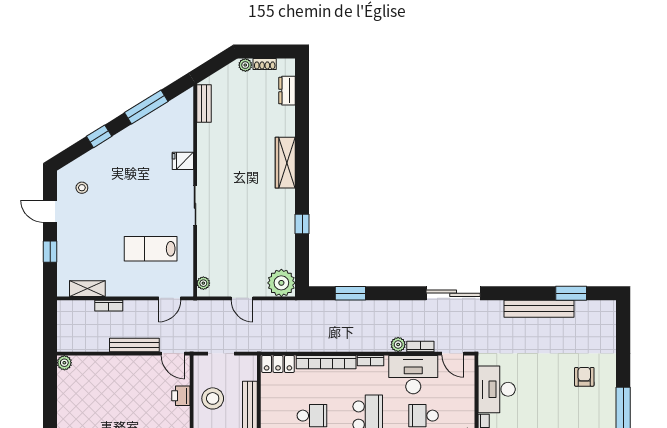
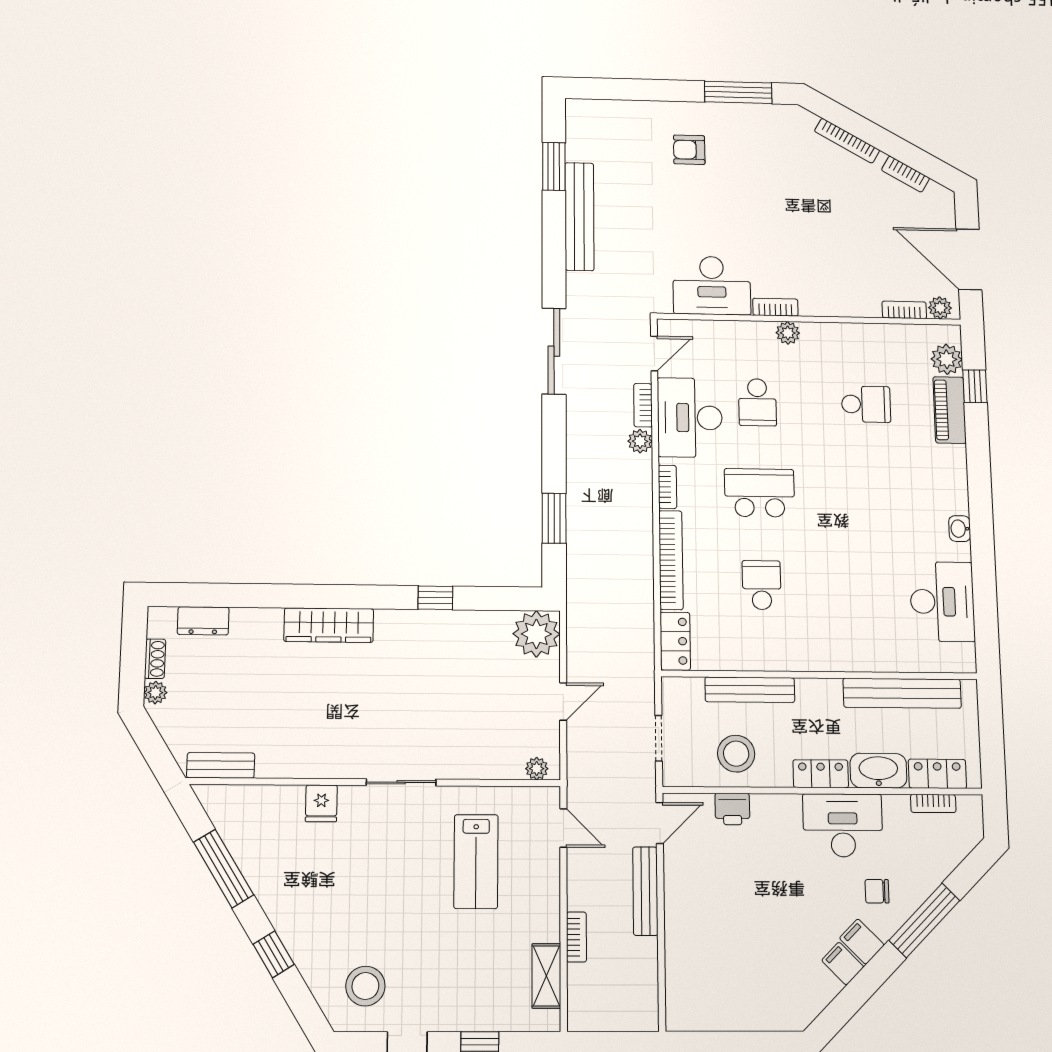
stool: (82, 188) -> (365, 986), width x1.89, depth x1.89
plant: (64, 363) -> (678, 1018), removed

